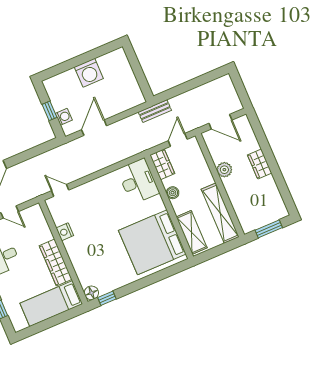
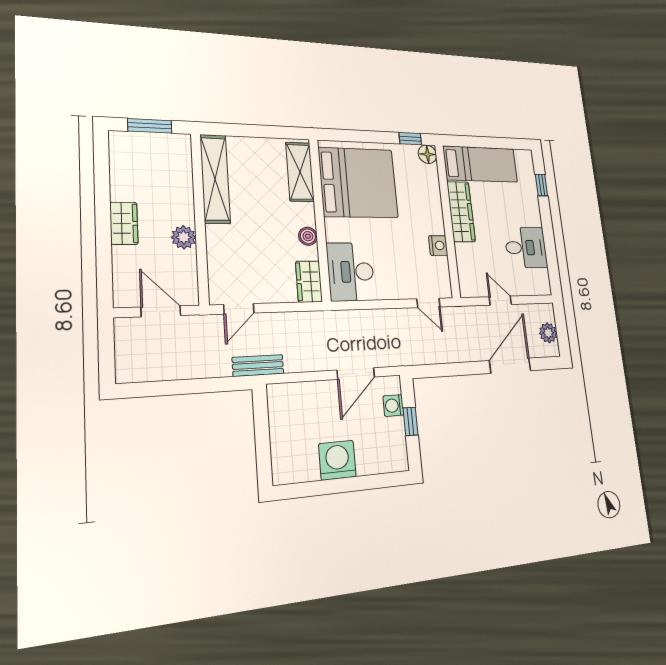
wardrobe: (162, 164) -> (309, 282), moved
desk: (138, 181) -> (351, 272), moved
boiler: (173, 193) -> (308, 236), moved
wall: (169, 207) -> (320, 219), moved
shelving: (192, 232) -> (300, 172), moved
bed: (152, 242) -> (358, 183), moved

